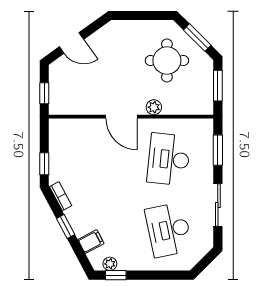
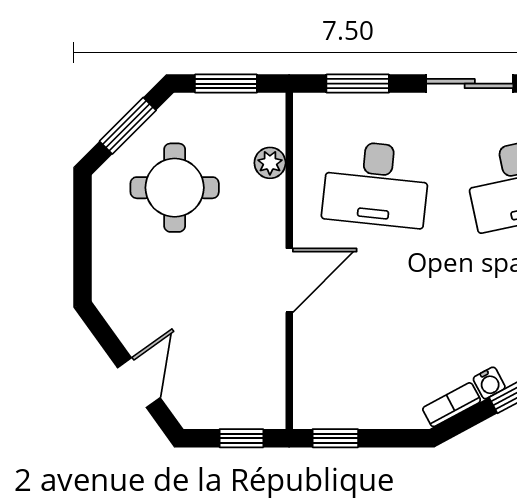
plant: (154, 107) -> (270, 163), moved
window: (44, 164) -> (335, 438), moved
water cooler: (71, 215) -> (489, 383), added

